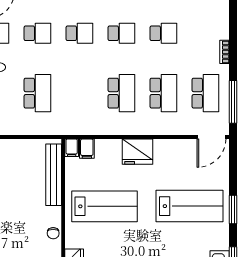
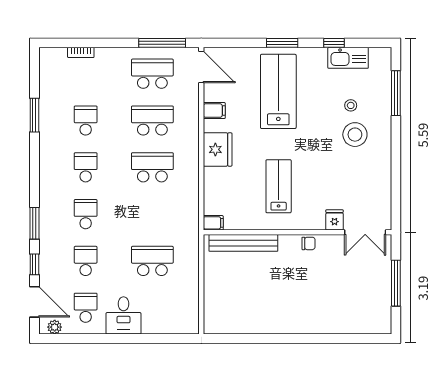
bookcase: (224, 52) -> (81, 52), moved
filing cabinet: (87, 149) -> (214, 111), moved
lab bench: (104, 206) -> (279, 186), width x0.73, depth x0.72

